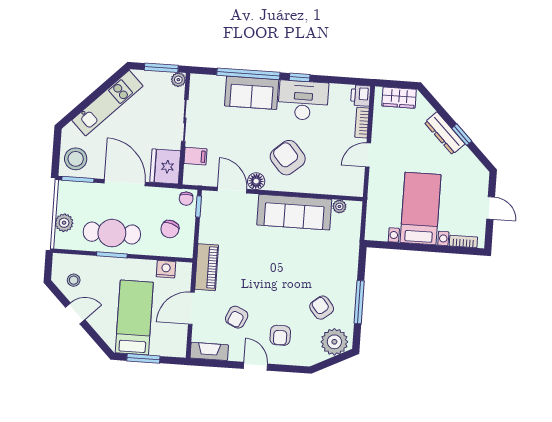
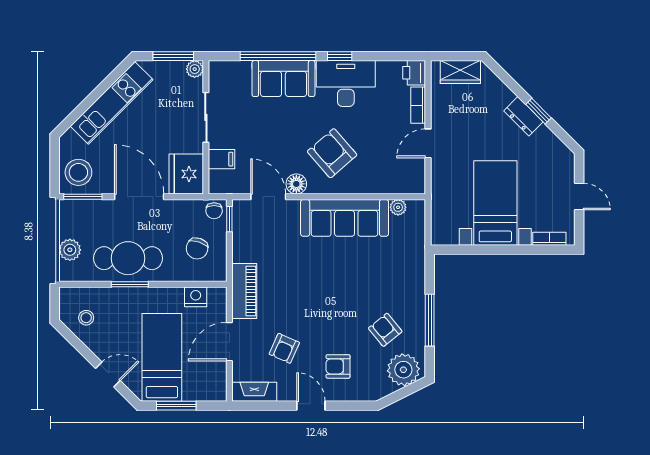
dresser: (445, 133) -> (523, 116), width x0.70
door: (75, 313) -> (108, 375), moved
armchair: (280, 335) -> (338, 366), turned 90

